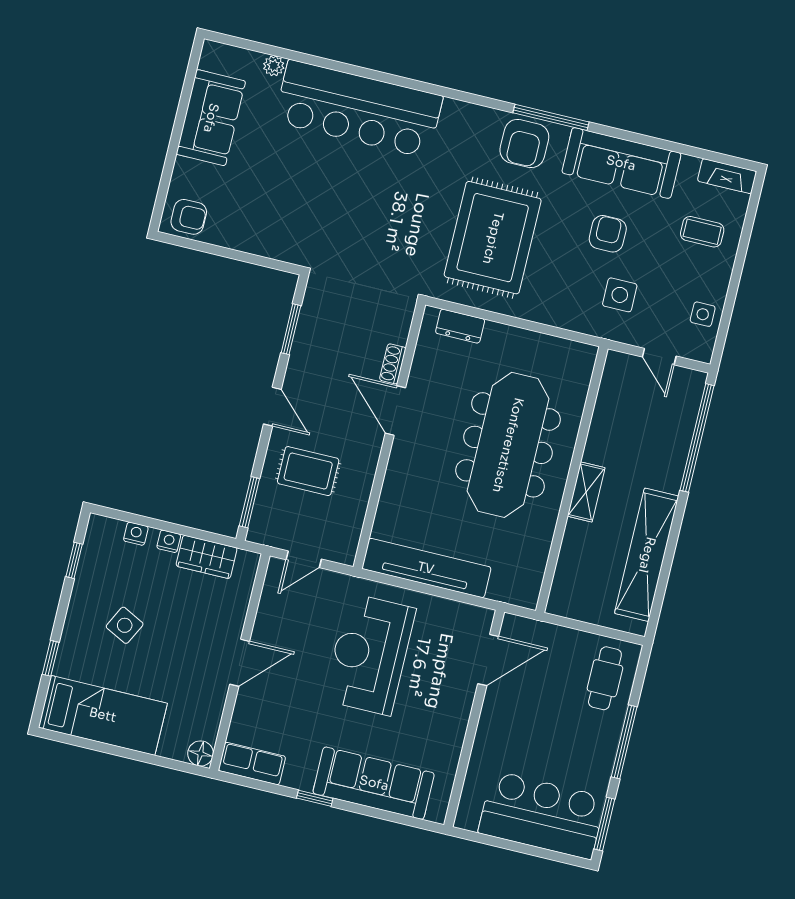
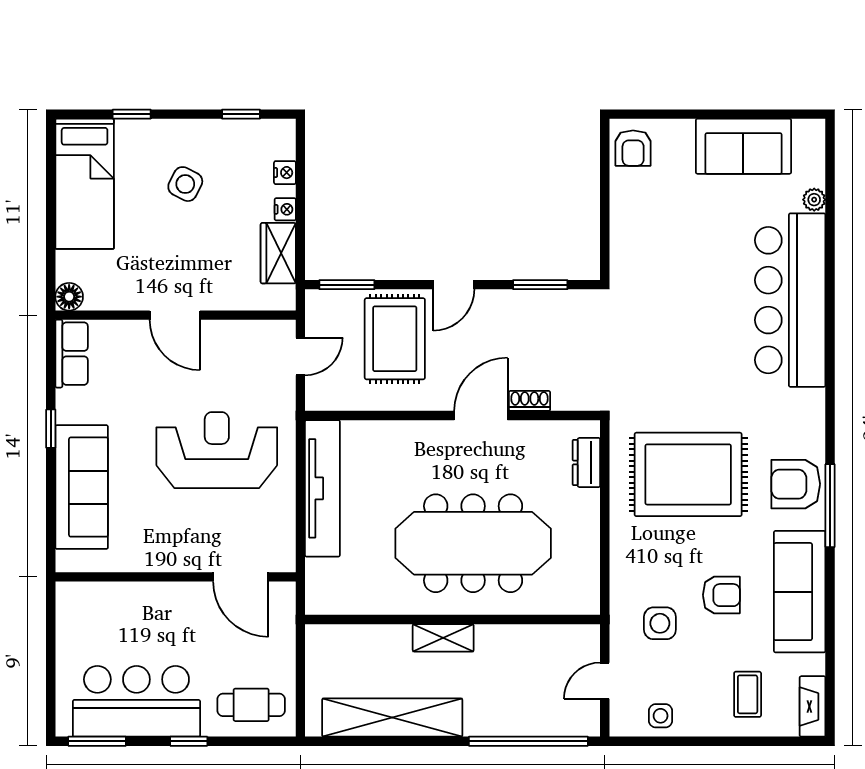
rug: (308, 471) -> (395, 339), width x1.36, depth x1.43
door: (304, 559) -> (300, 357), swing flipped
window: (624, 742) -> (189, 741), width x0.46
bar counter: (542, 815) -> (136, 701), moved, turned -90

